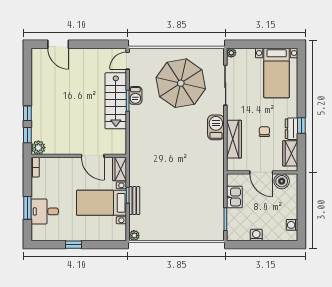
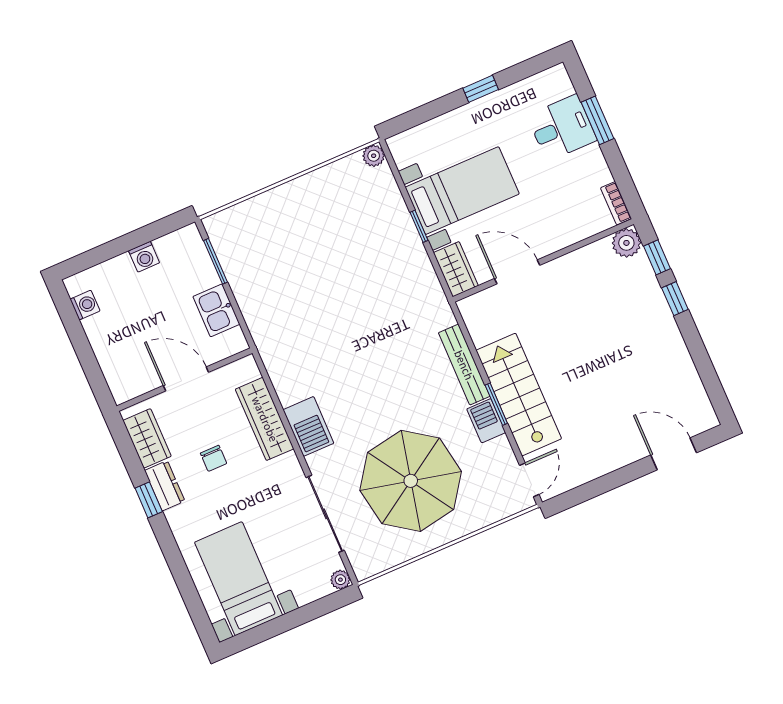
boiler: (282, 181) -> (140, 379), removed
bench: (134, 201) -> (464, 365), moved, width x1.36

